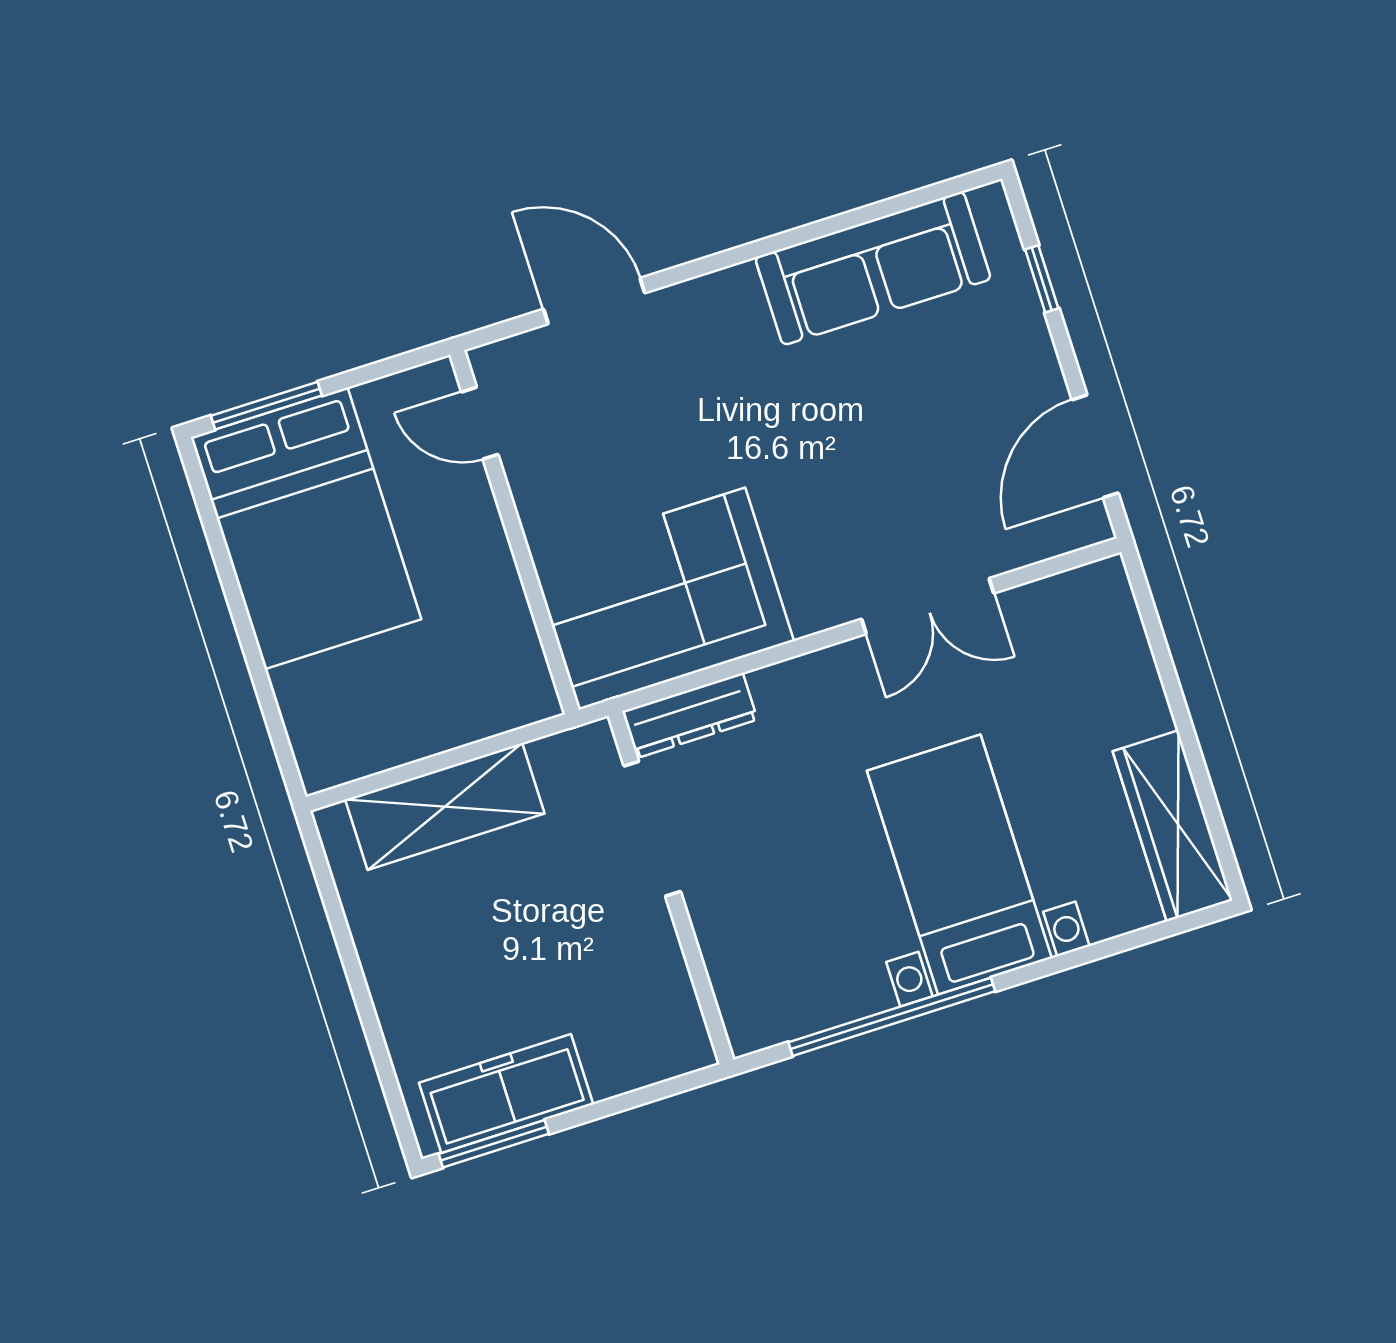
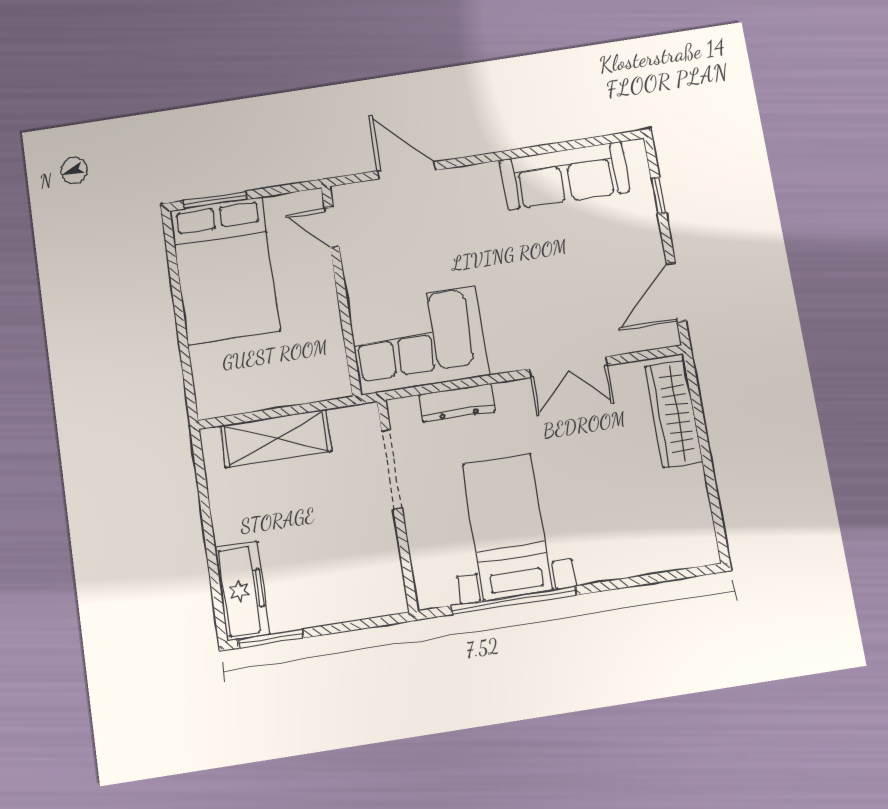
dresser: (690, 715) -> (457, 403), moved
wardrobe: (1173, 826) -> (674, 414), moved
bed with nightstands: (959, 864) -> (508, 527), moved
freezer: (506, 1094) -> (242, 591), moved, turned 90

